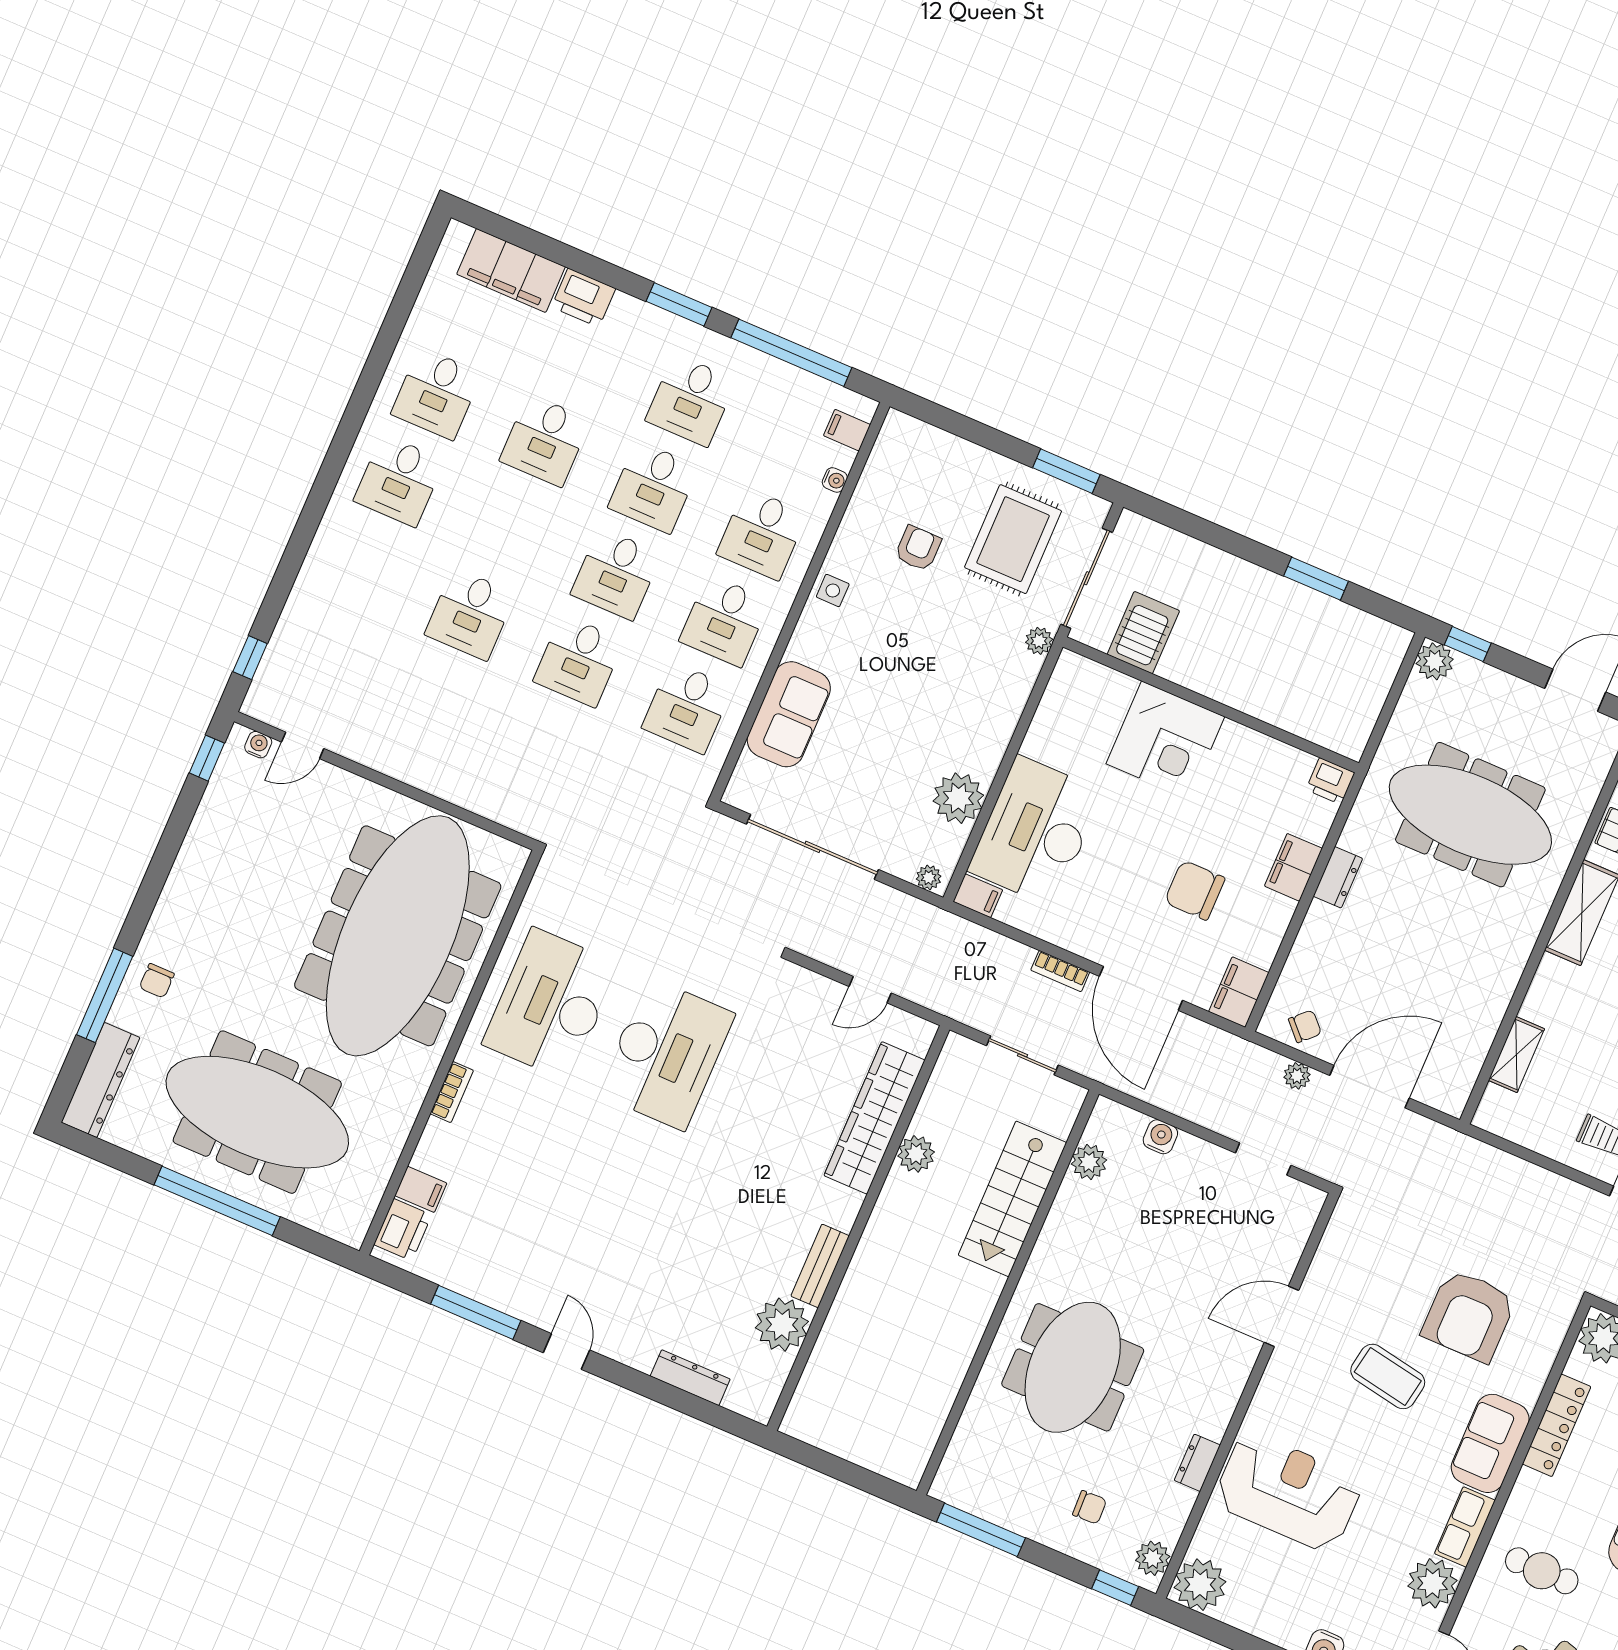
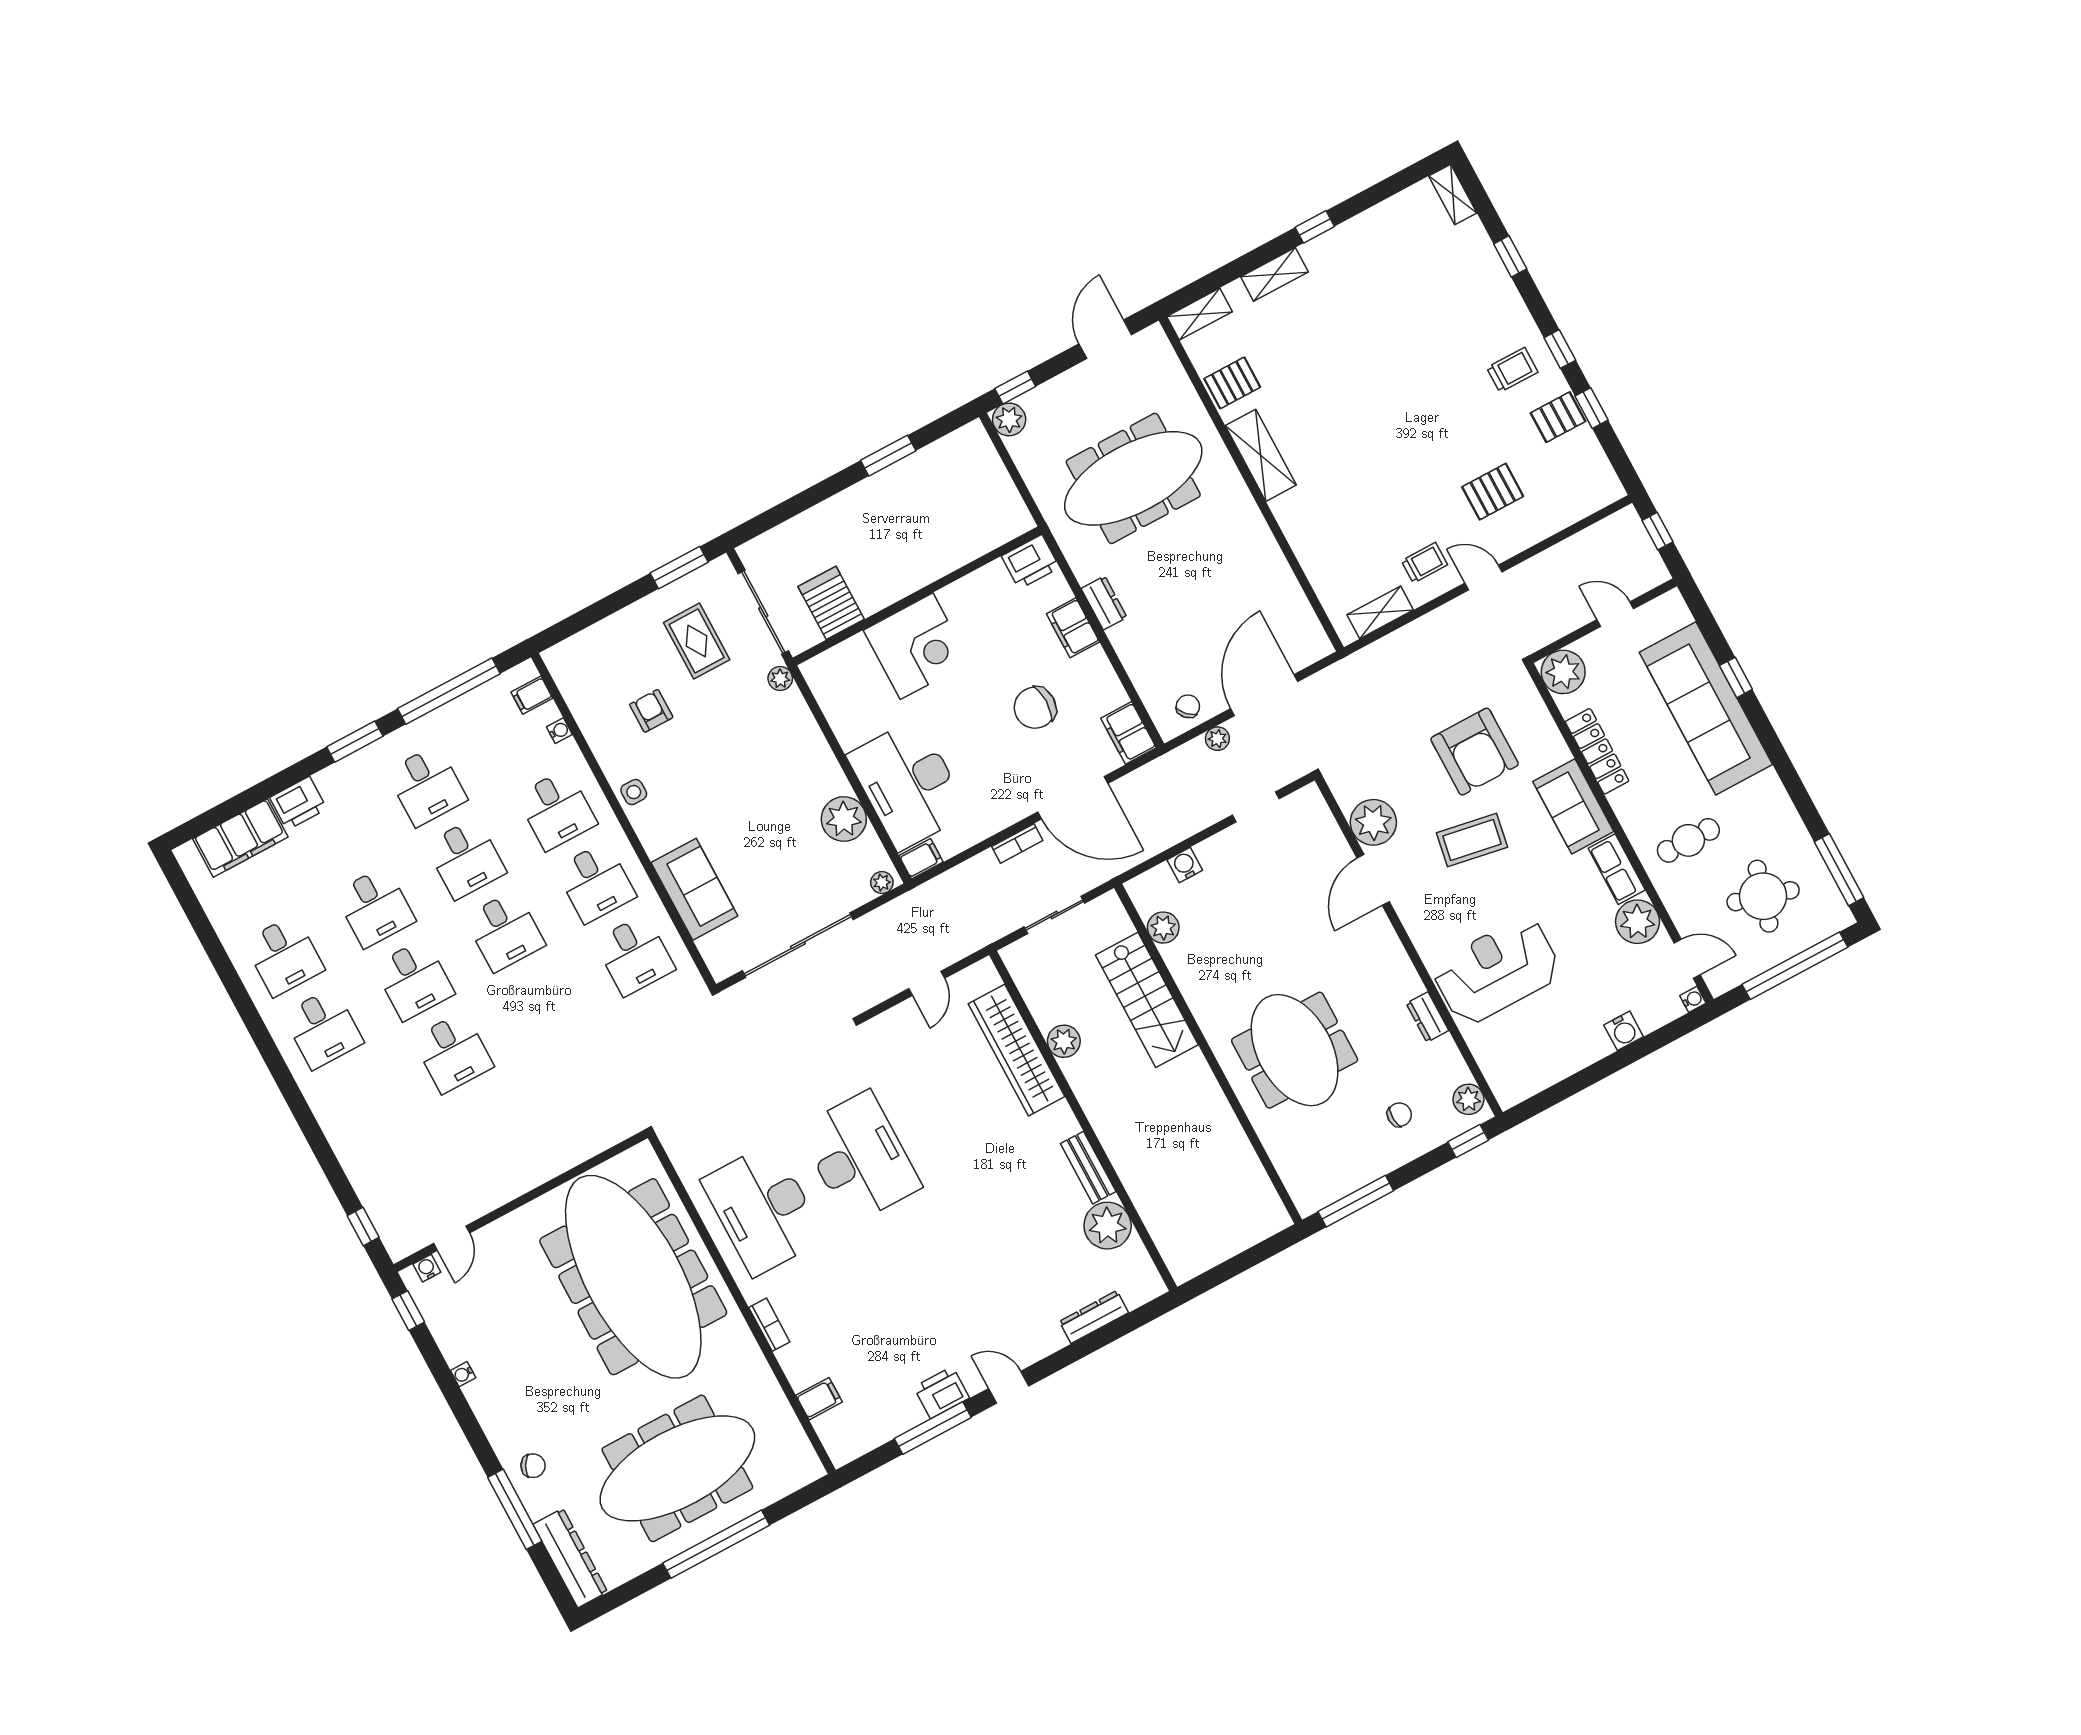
rug: (1013, 539) -> (697, 641), width x0.73, depth x0.70
desk: (579, 661) -> (414, 980), moved
printer: (1330, 781) -> (1031, 562), width x1.36, depth x1.24
water cooler: (189, 853) -> (463, 1374), added
chair: (157, 981) -> (533, 1466), turned -62
shelving: (1516, 1055) -> (1380, 612), moved, turned 90
printer: (403, 1230) -> (942, 1393), moved, turned -90
plant: (1200, 1585) -> (1373, 822), moved

